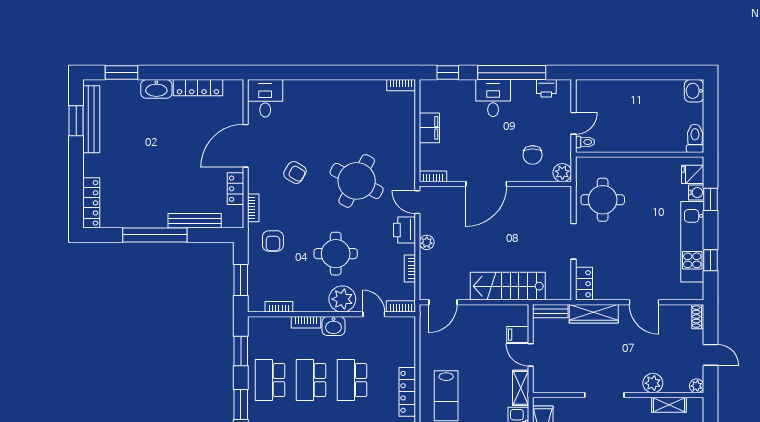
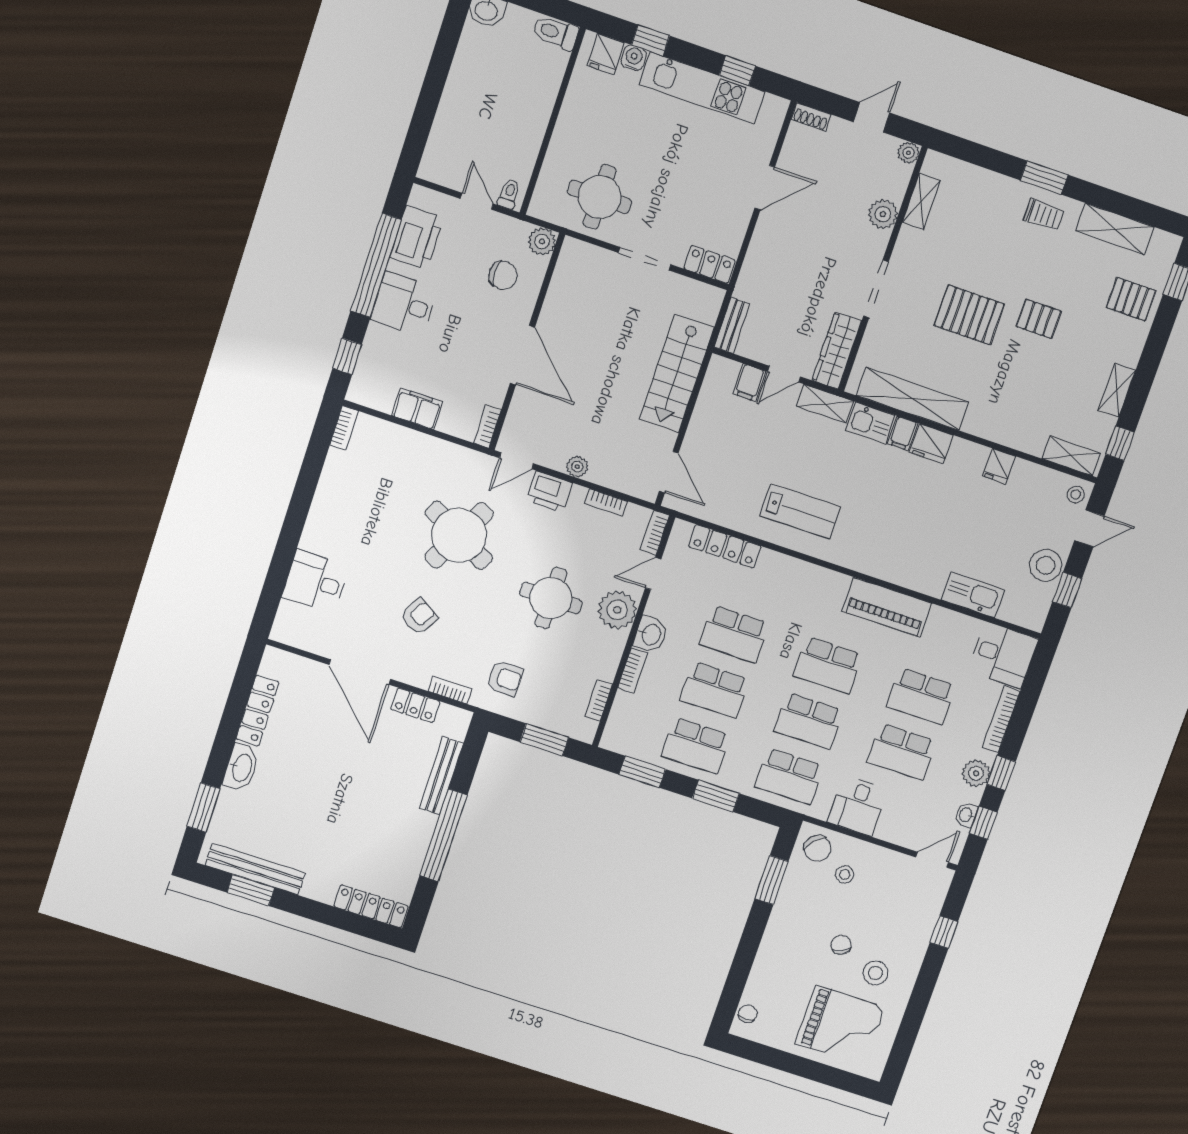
printer: (546, 88) -> (417, 238), width x1.87, depth x1.48
desk: (265, 98) -> (315, 582), moved
wardrobe: (594, 314) -> (837, 350), moved, turned 180
locker: (407, 392) -> (725, 546), moved

